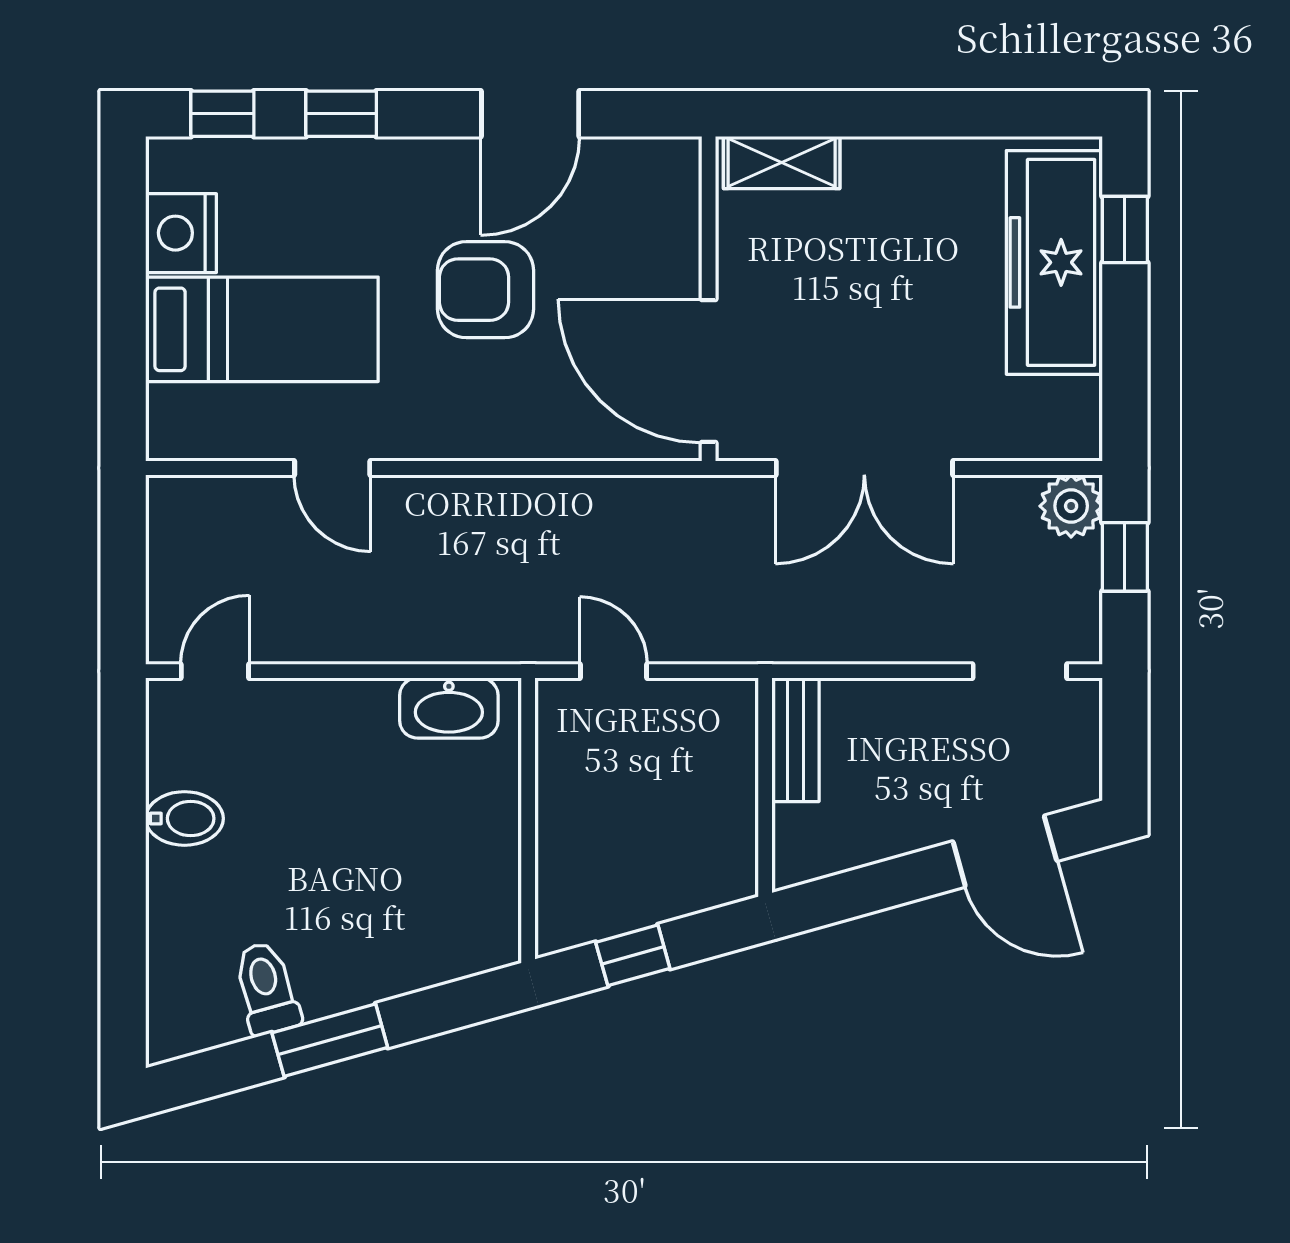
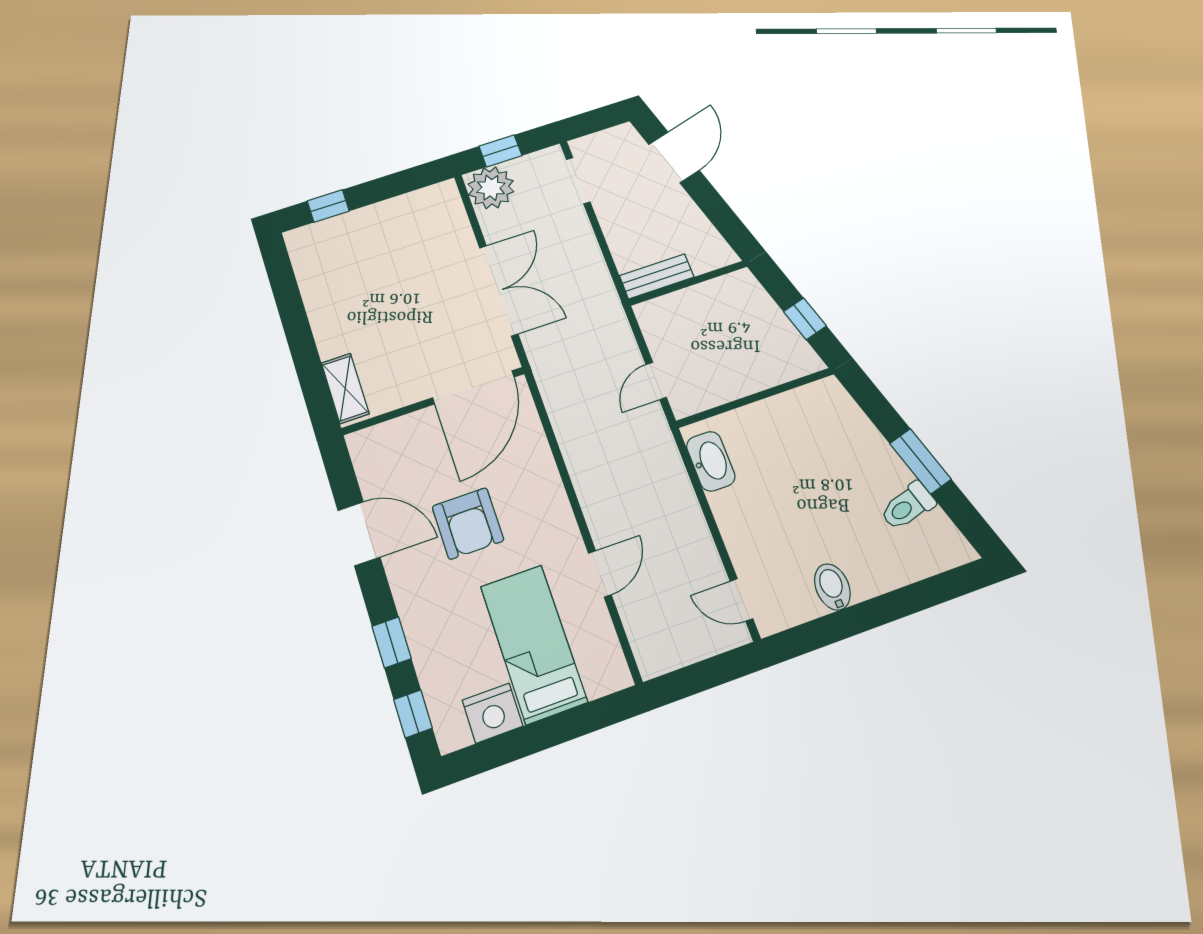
freezer: (1054, 262) -> (357, 234), removed
plant: (1071, 506) -> (491, 188), width x1.36, depth x1.36

